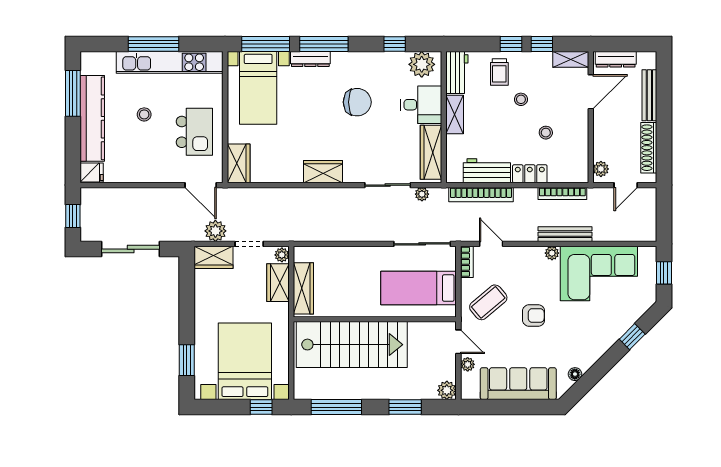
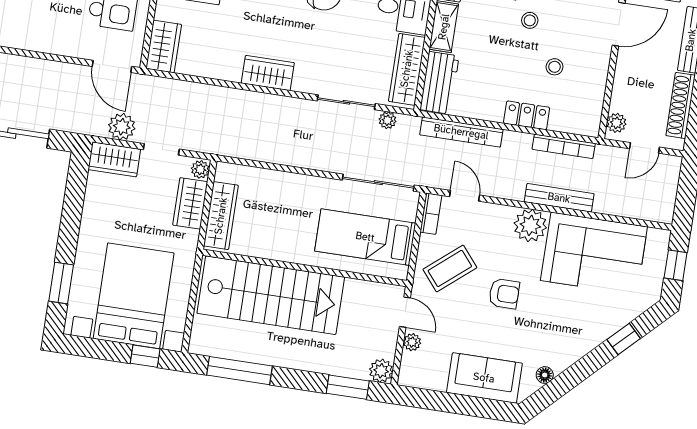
workbench: (487, 171) -> (440, 83), moved, turned 90
plant: (552, 253) -> (530, 225), width x1.87, depth x1.87
sofa: (518, 384) -> (484, 378), width x0.73
window: (405, 407) -> (348, 387), moved

